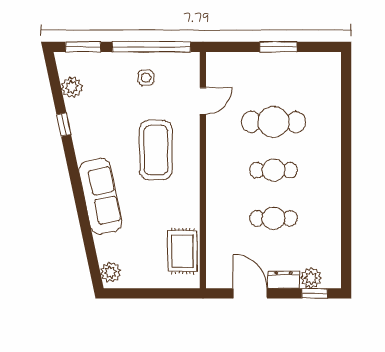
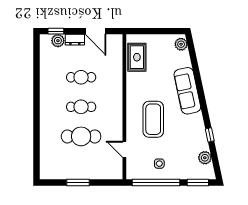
door: (203, 101) -> (124, 149), hinge flipped

